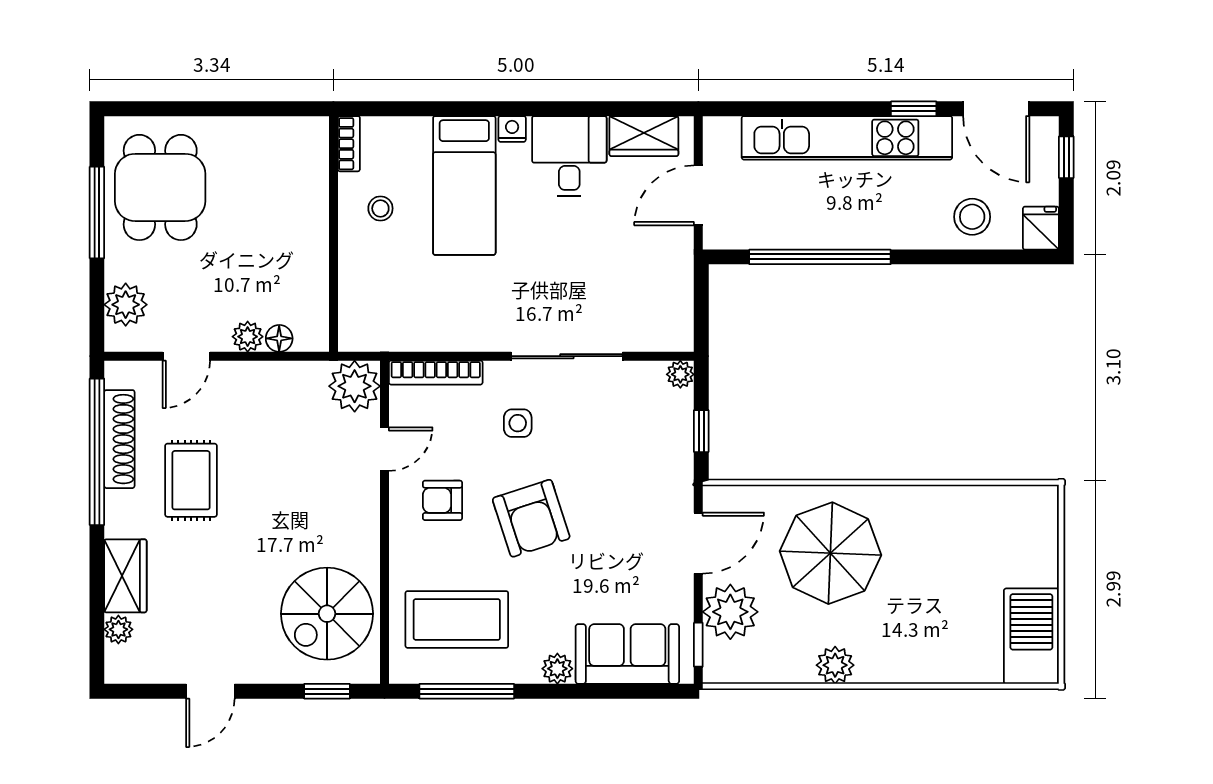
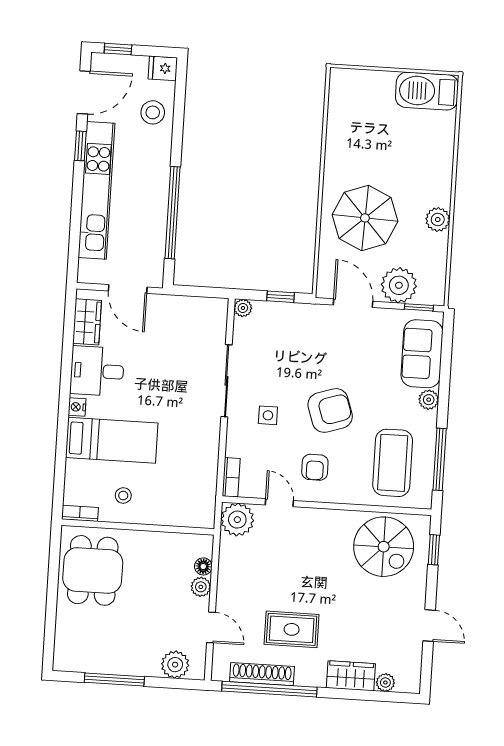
dining table: (160, 187) -> (93, 570), moved, turned 90
bookcase: (436, 373) -> (231, 477), width x0.64

